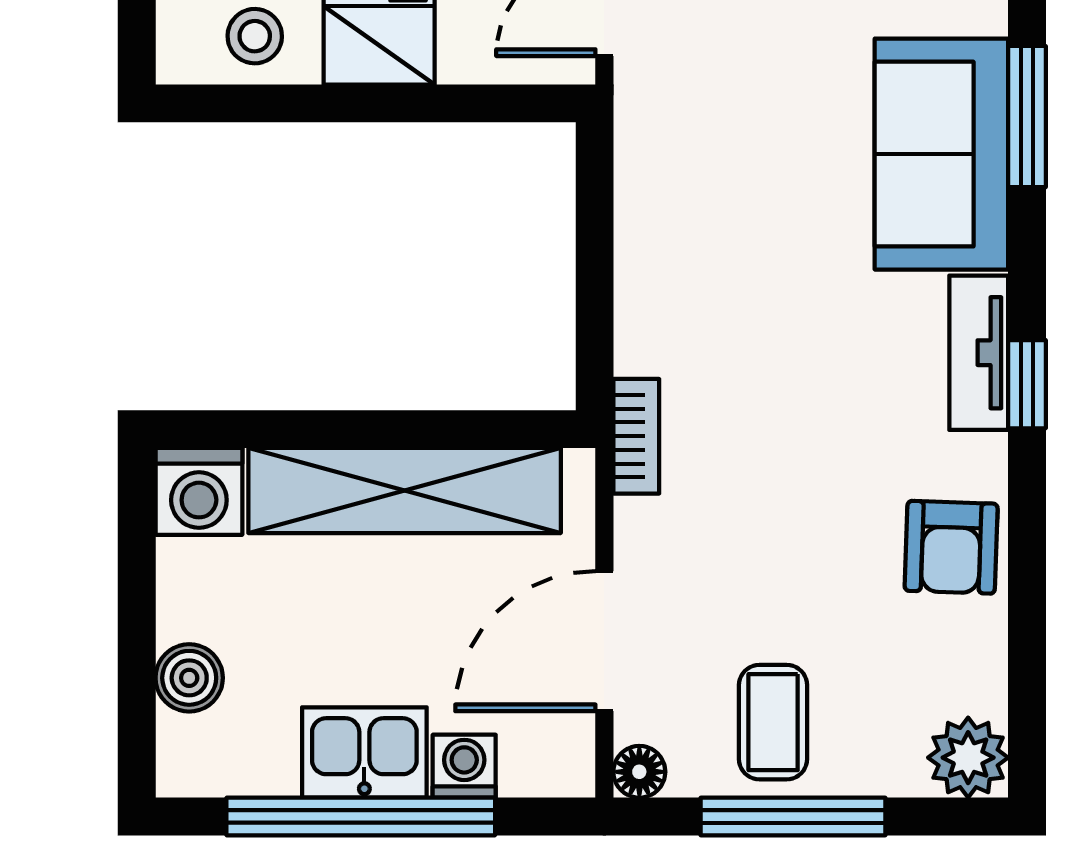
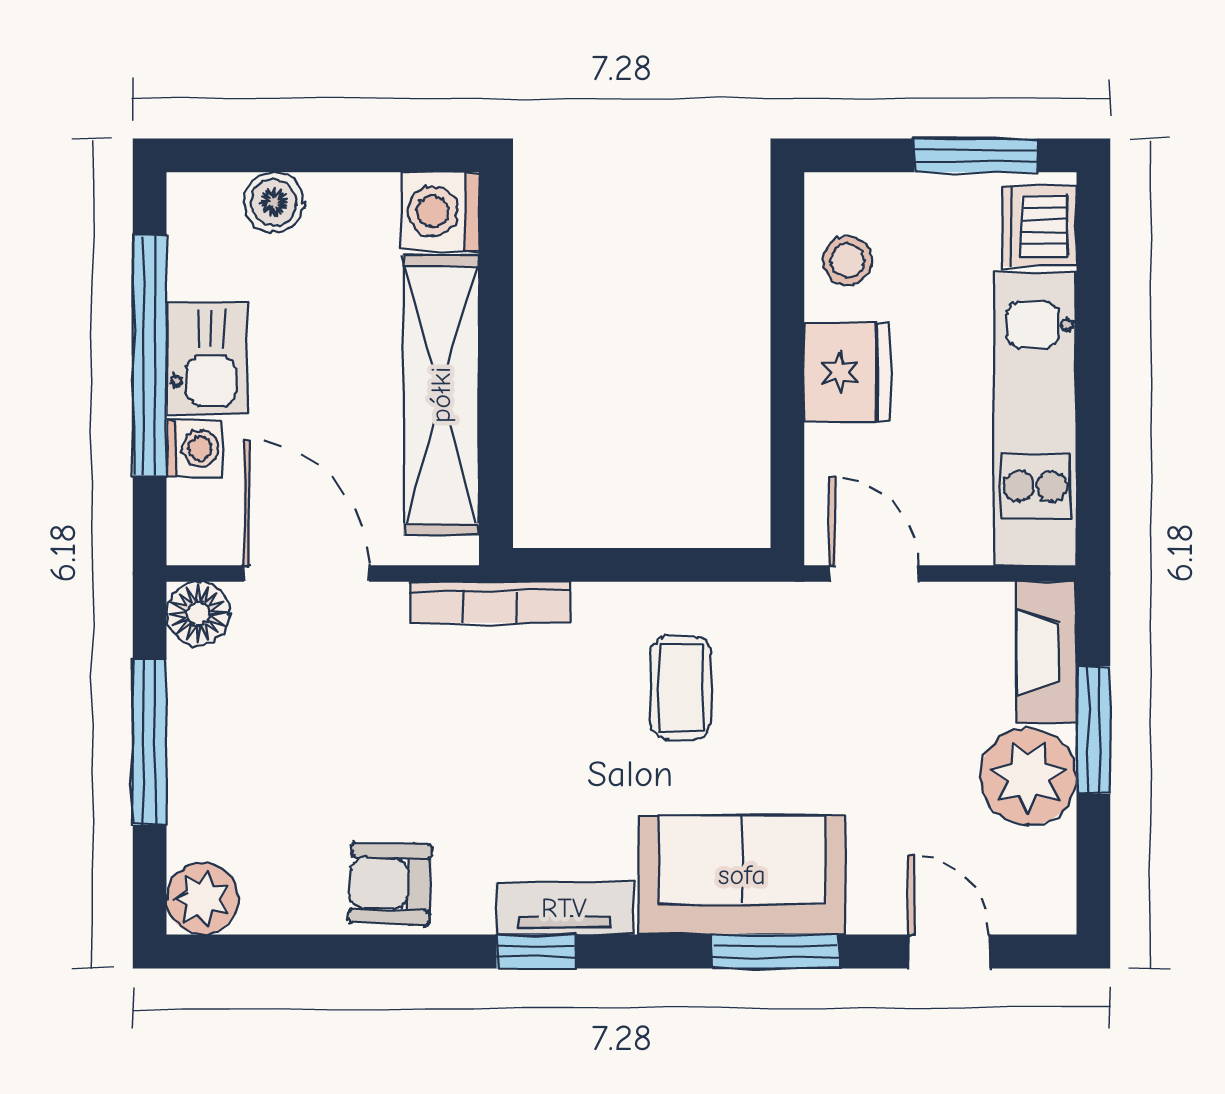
bookcase: (636, 436) -> (490, 602), width x1.56
coffee table: (773, 722) -> (681, 688), moved, turned 90
floor lamp: (639, 772) -> (198, 613), width x1.37, depth x1.37

